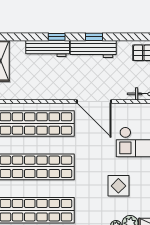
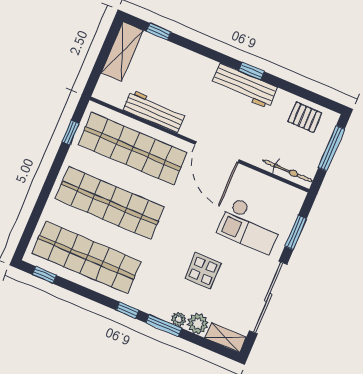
window: (57, 37) -> (159, 32), moved
workbench: (48, 48) -> (154, 111), moved, turned 180

